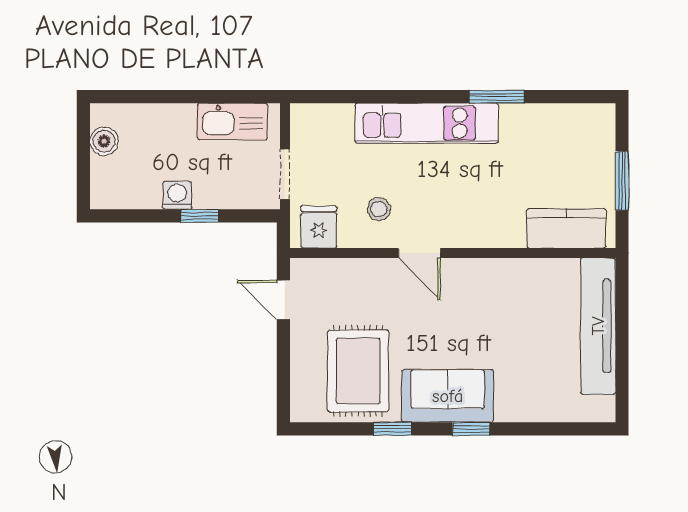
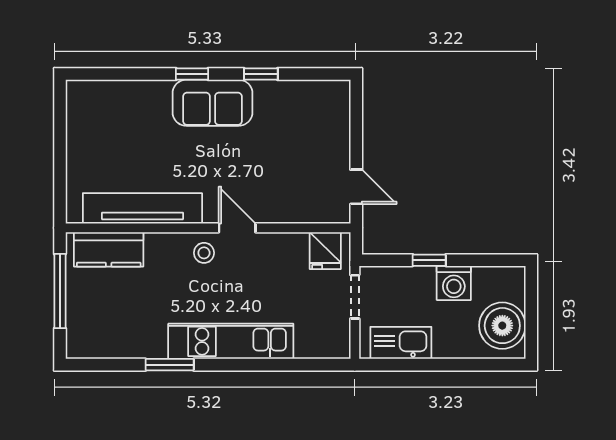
boiler: (104, 141) -> (502, 326), width x1.86, depth x1.86
window: (622, 181) -> (60, 291), width x1.44
washing machine: (177, 195) -> (454, 283), width x1.38, depth x1.38
stool: (379, 209) -> (204, 253), moved
tv unit: (598, 326) -> (142, 208), moved, turned -90
rug: (358, 371) -> (291, 125), removed

